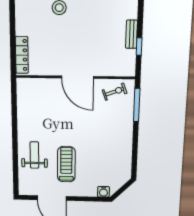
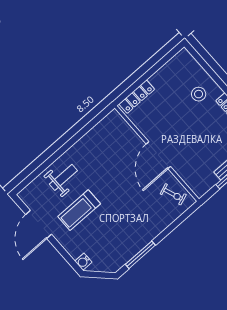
window: (137, 105) -> (140, 255), moved
treadmill: (66, 164) -> (79, 210), turned 180

